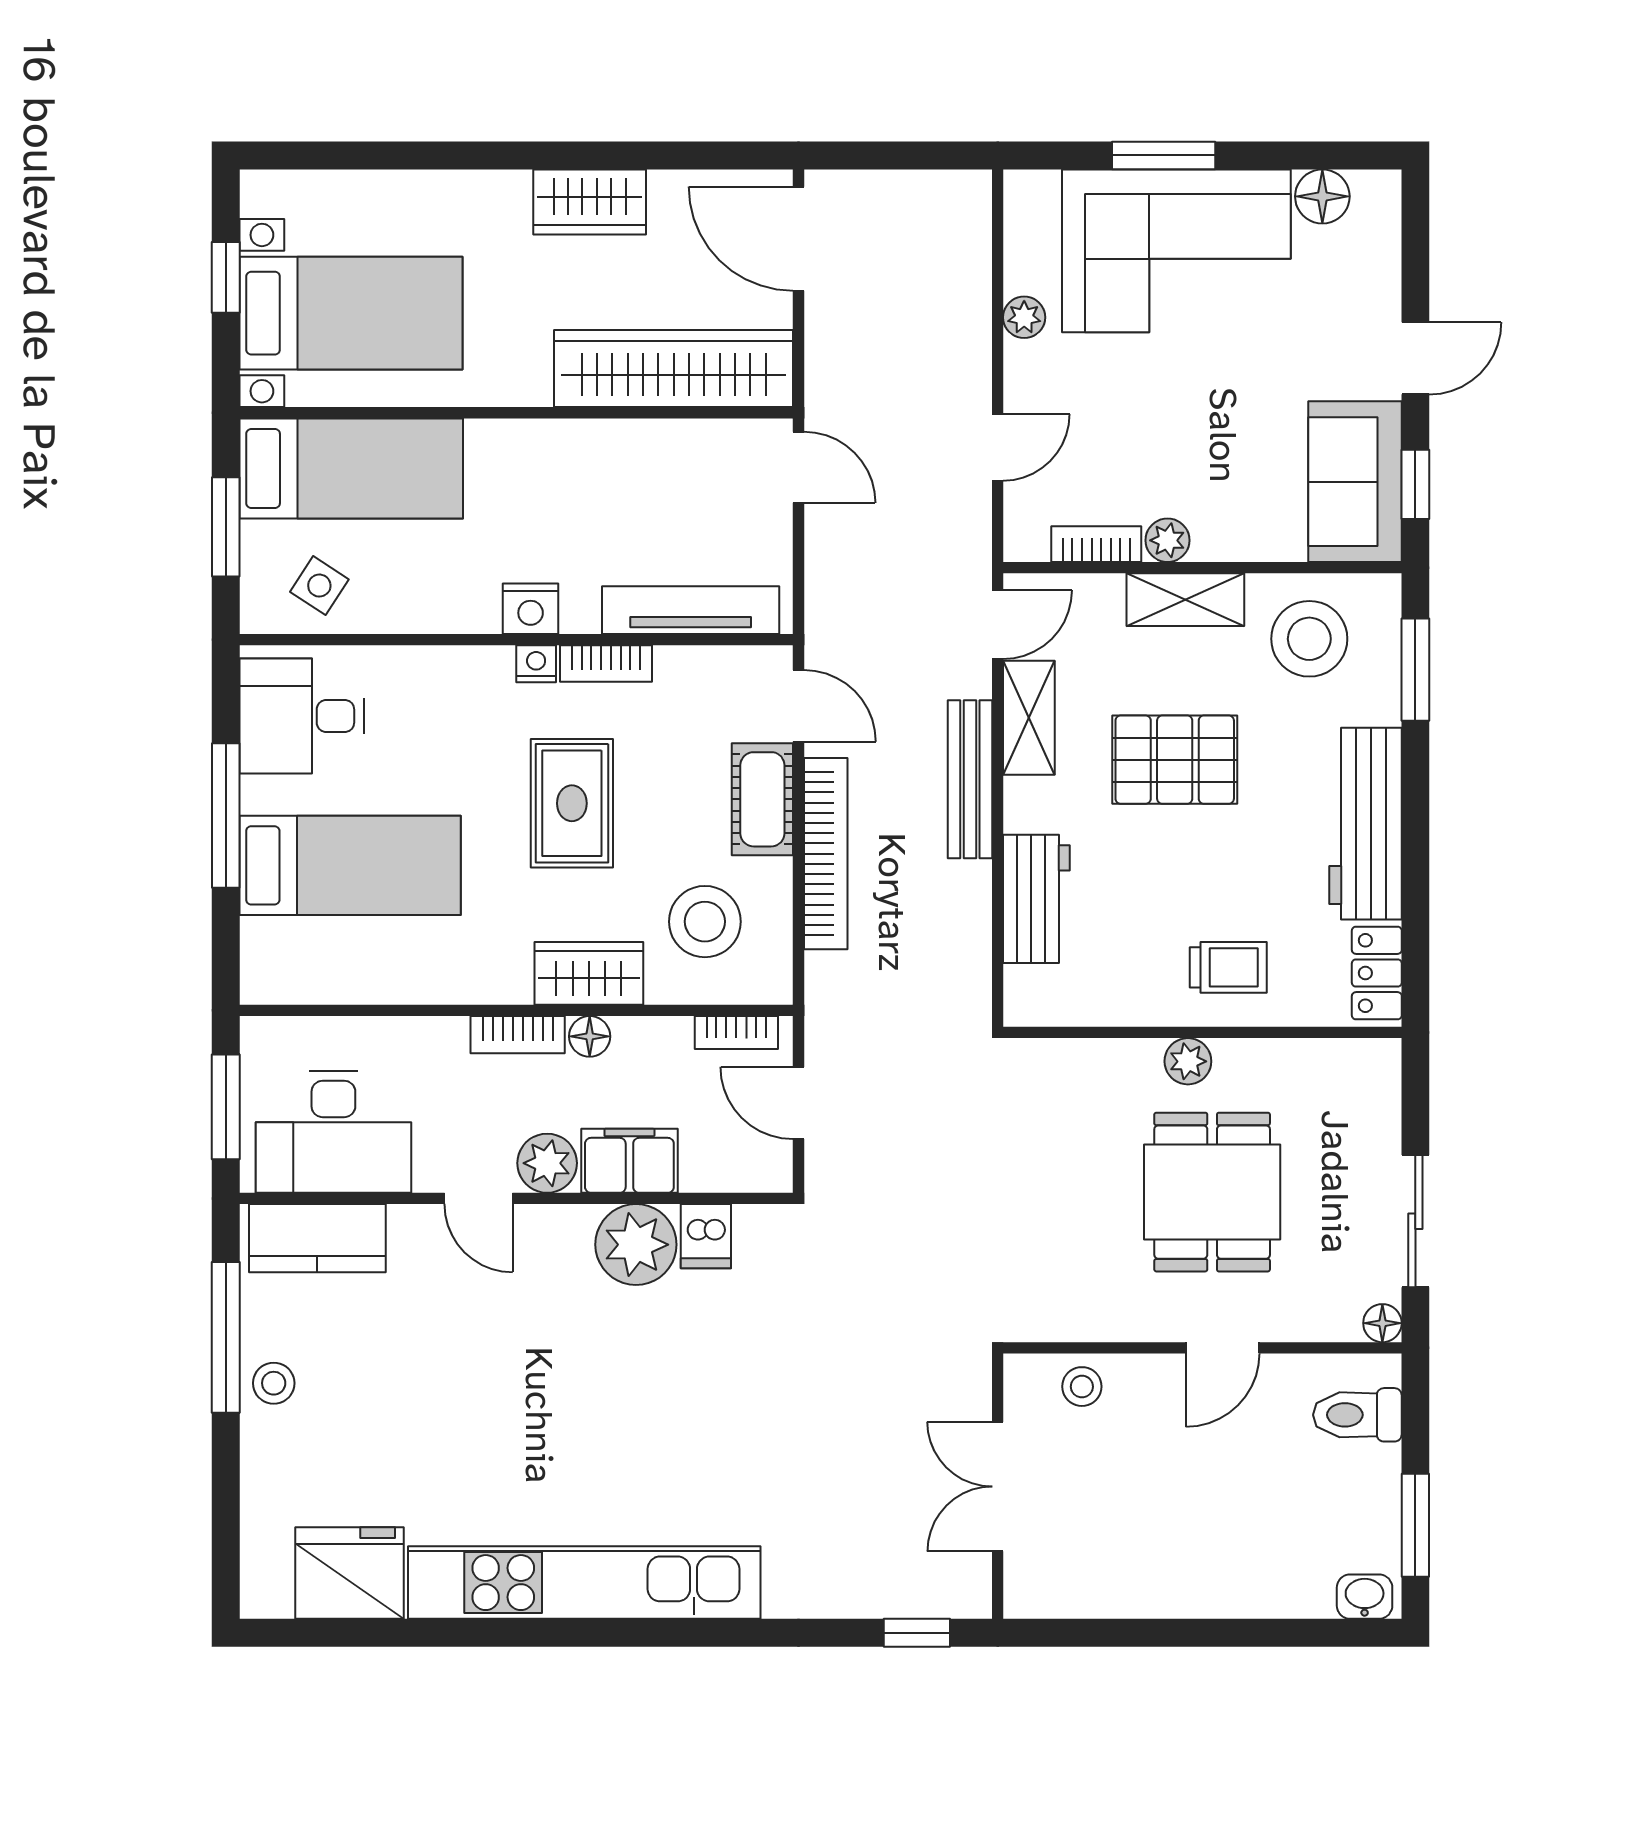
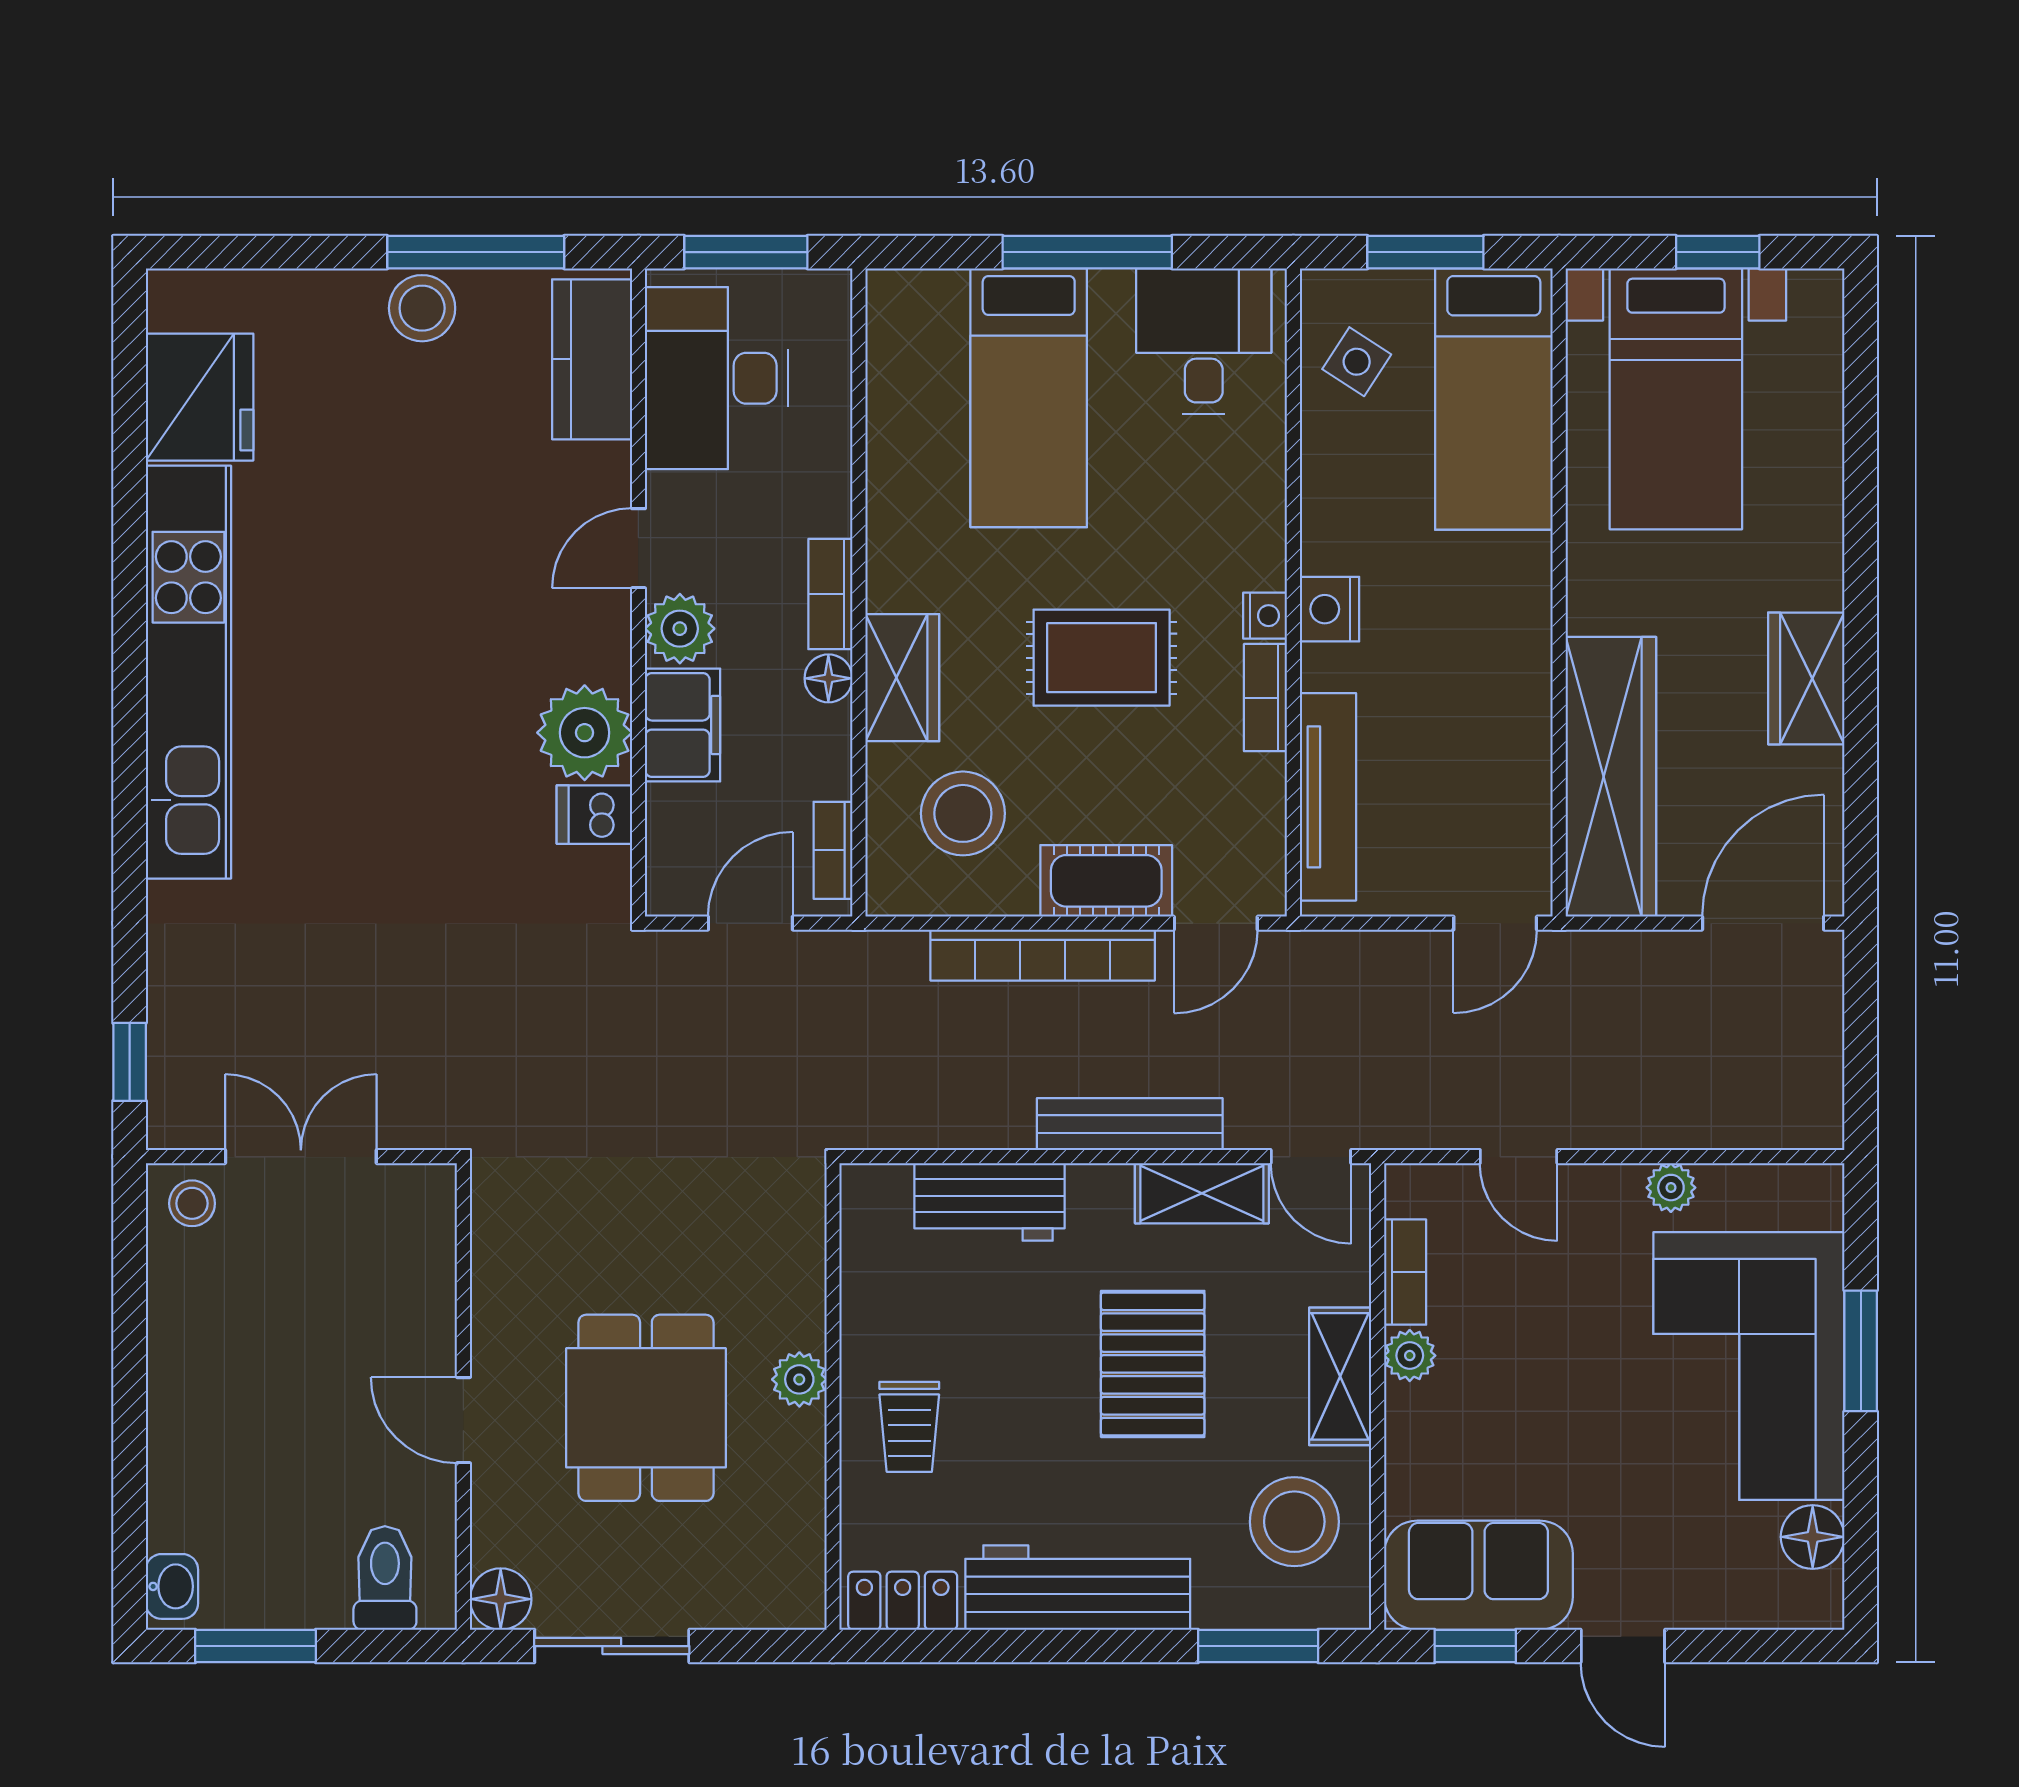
dining table: (1212, 1192) -> (646, 1408), turned 90
floor lamp: (1382, 1323) -> (501, 1599), width x1.37, depth x1.37
stool: (274, 1383) -> (422, 308), width x1.37, depth x1.37
stool: (1082, 1387) -> (192, 1203), moved

